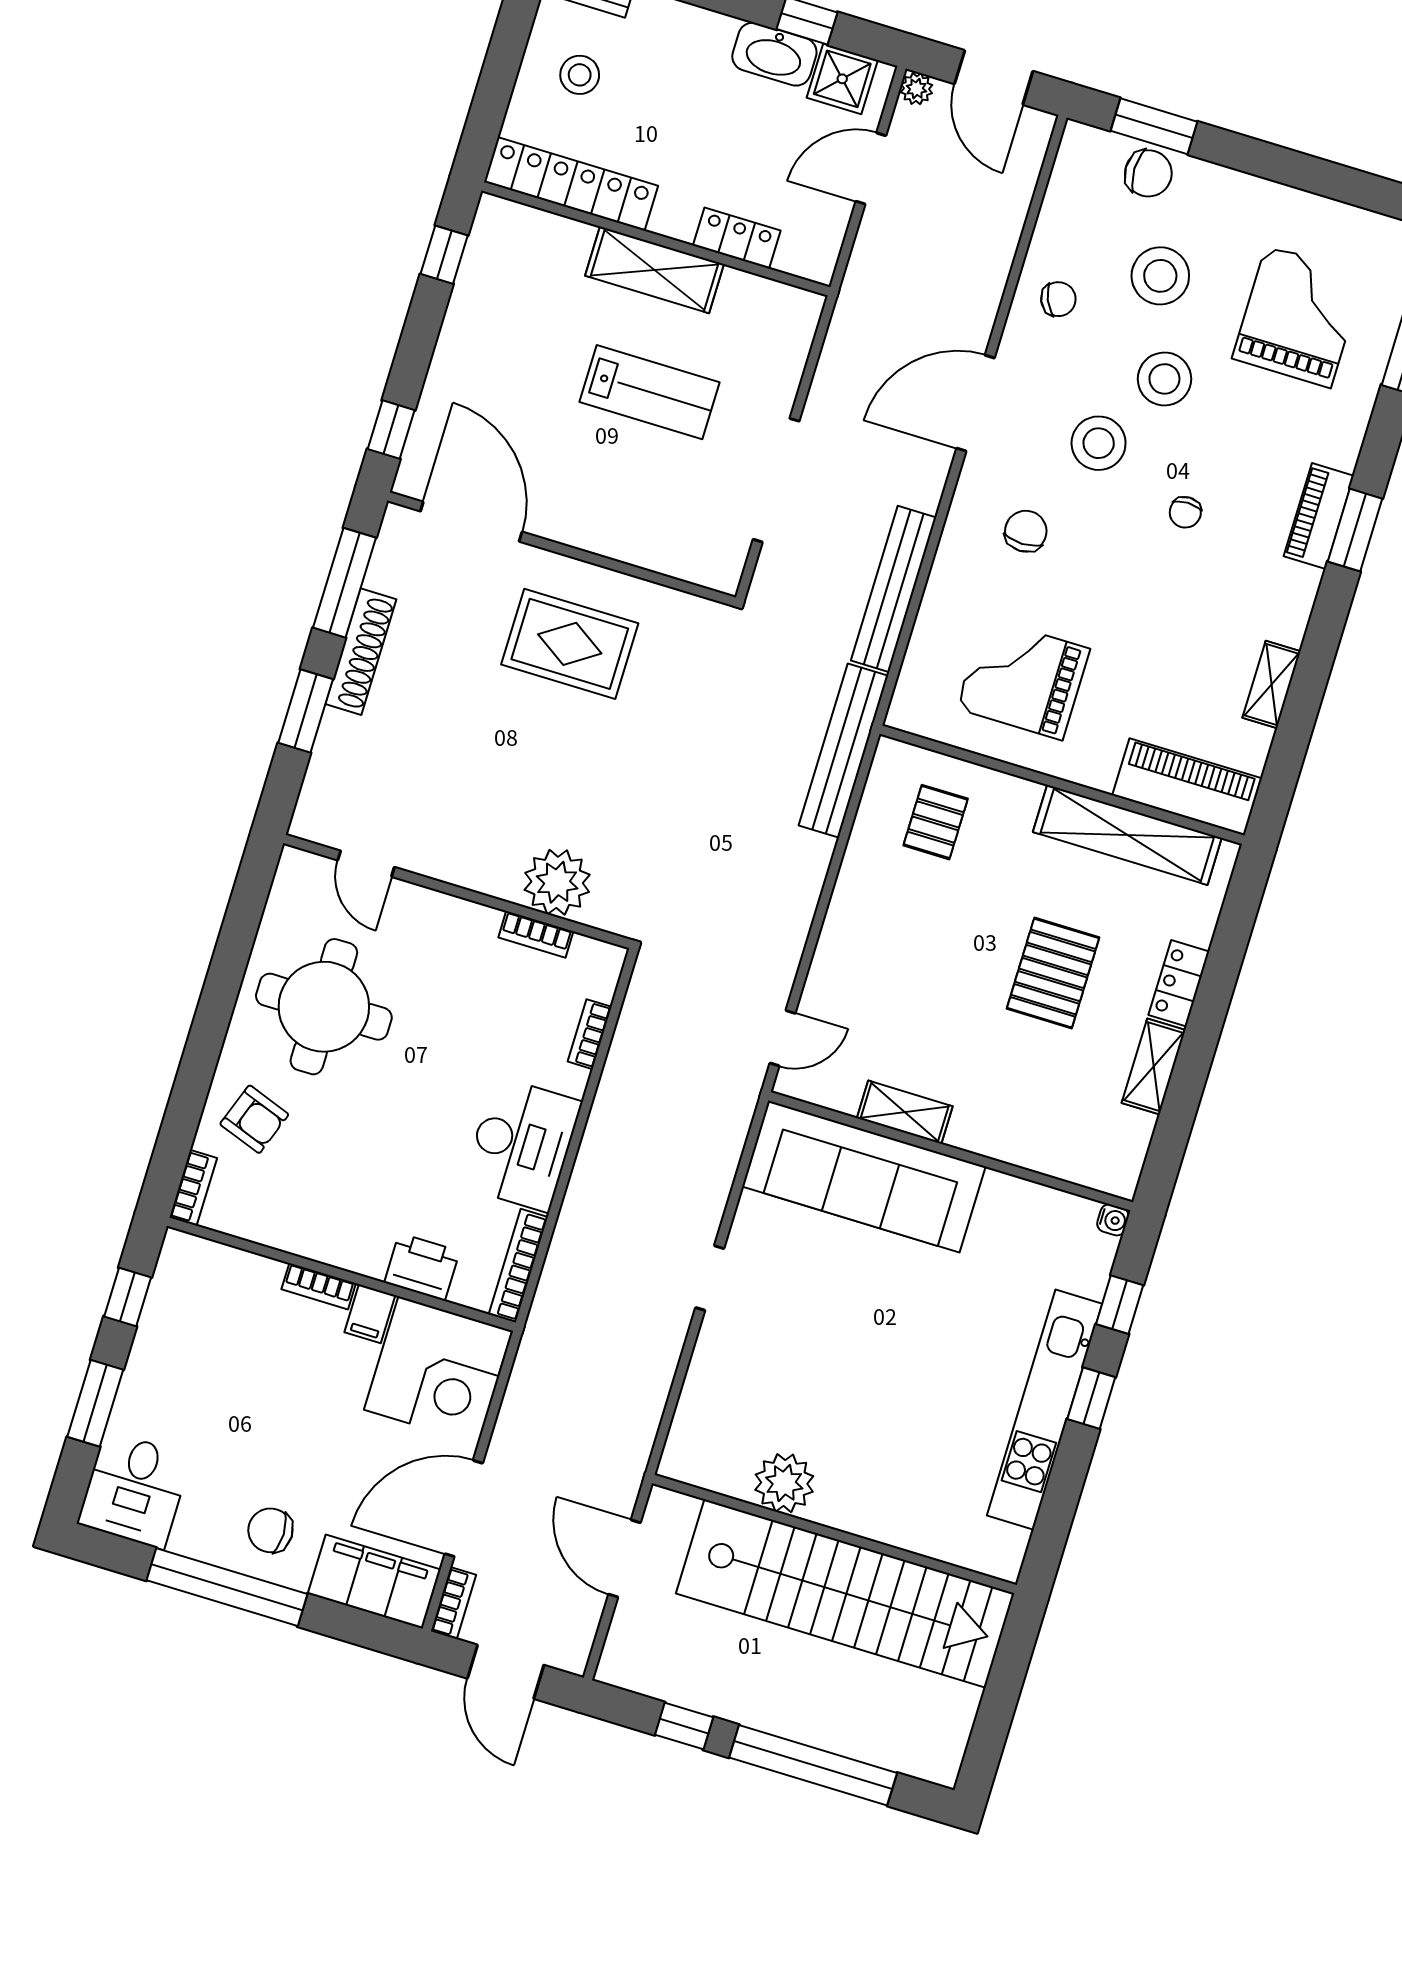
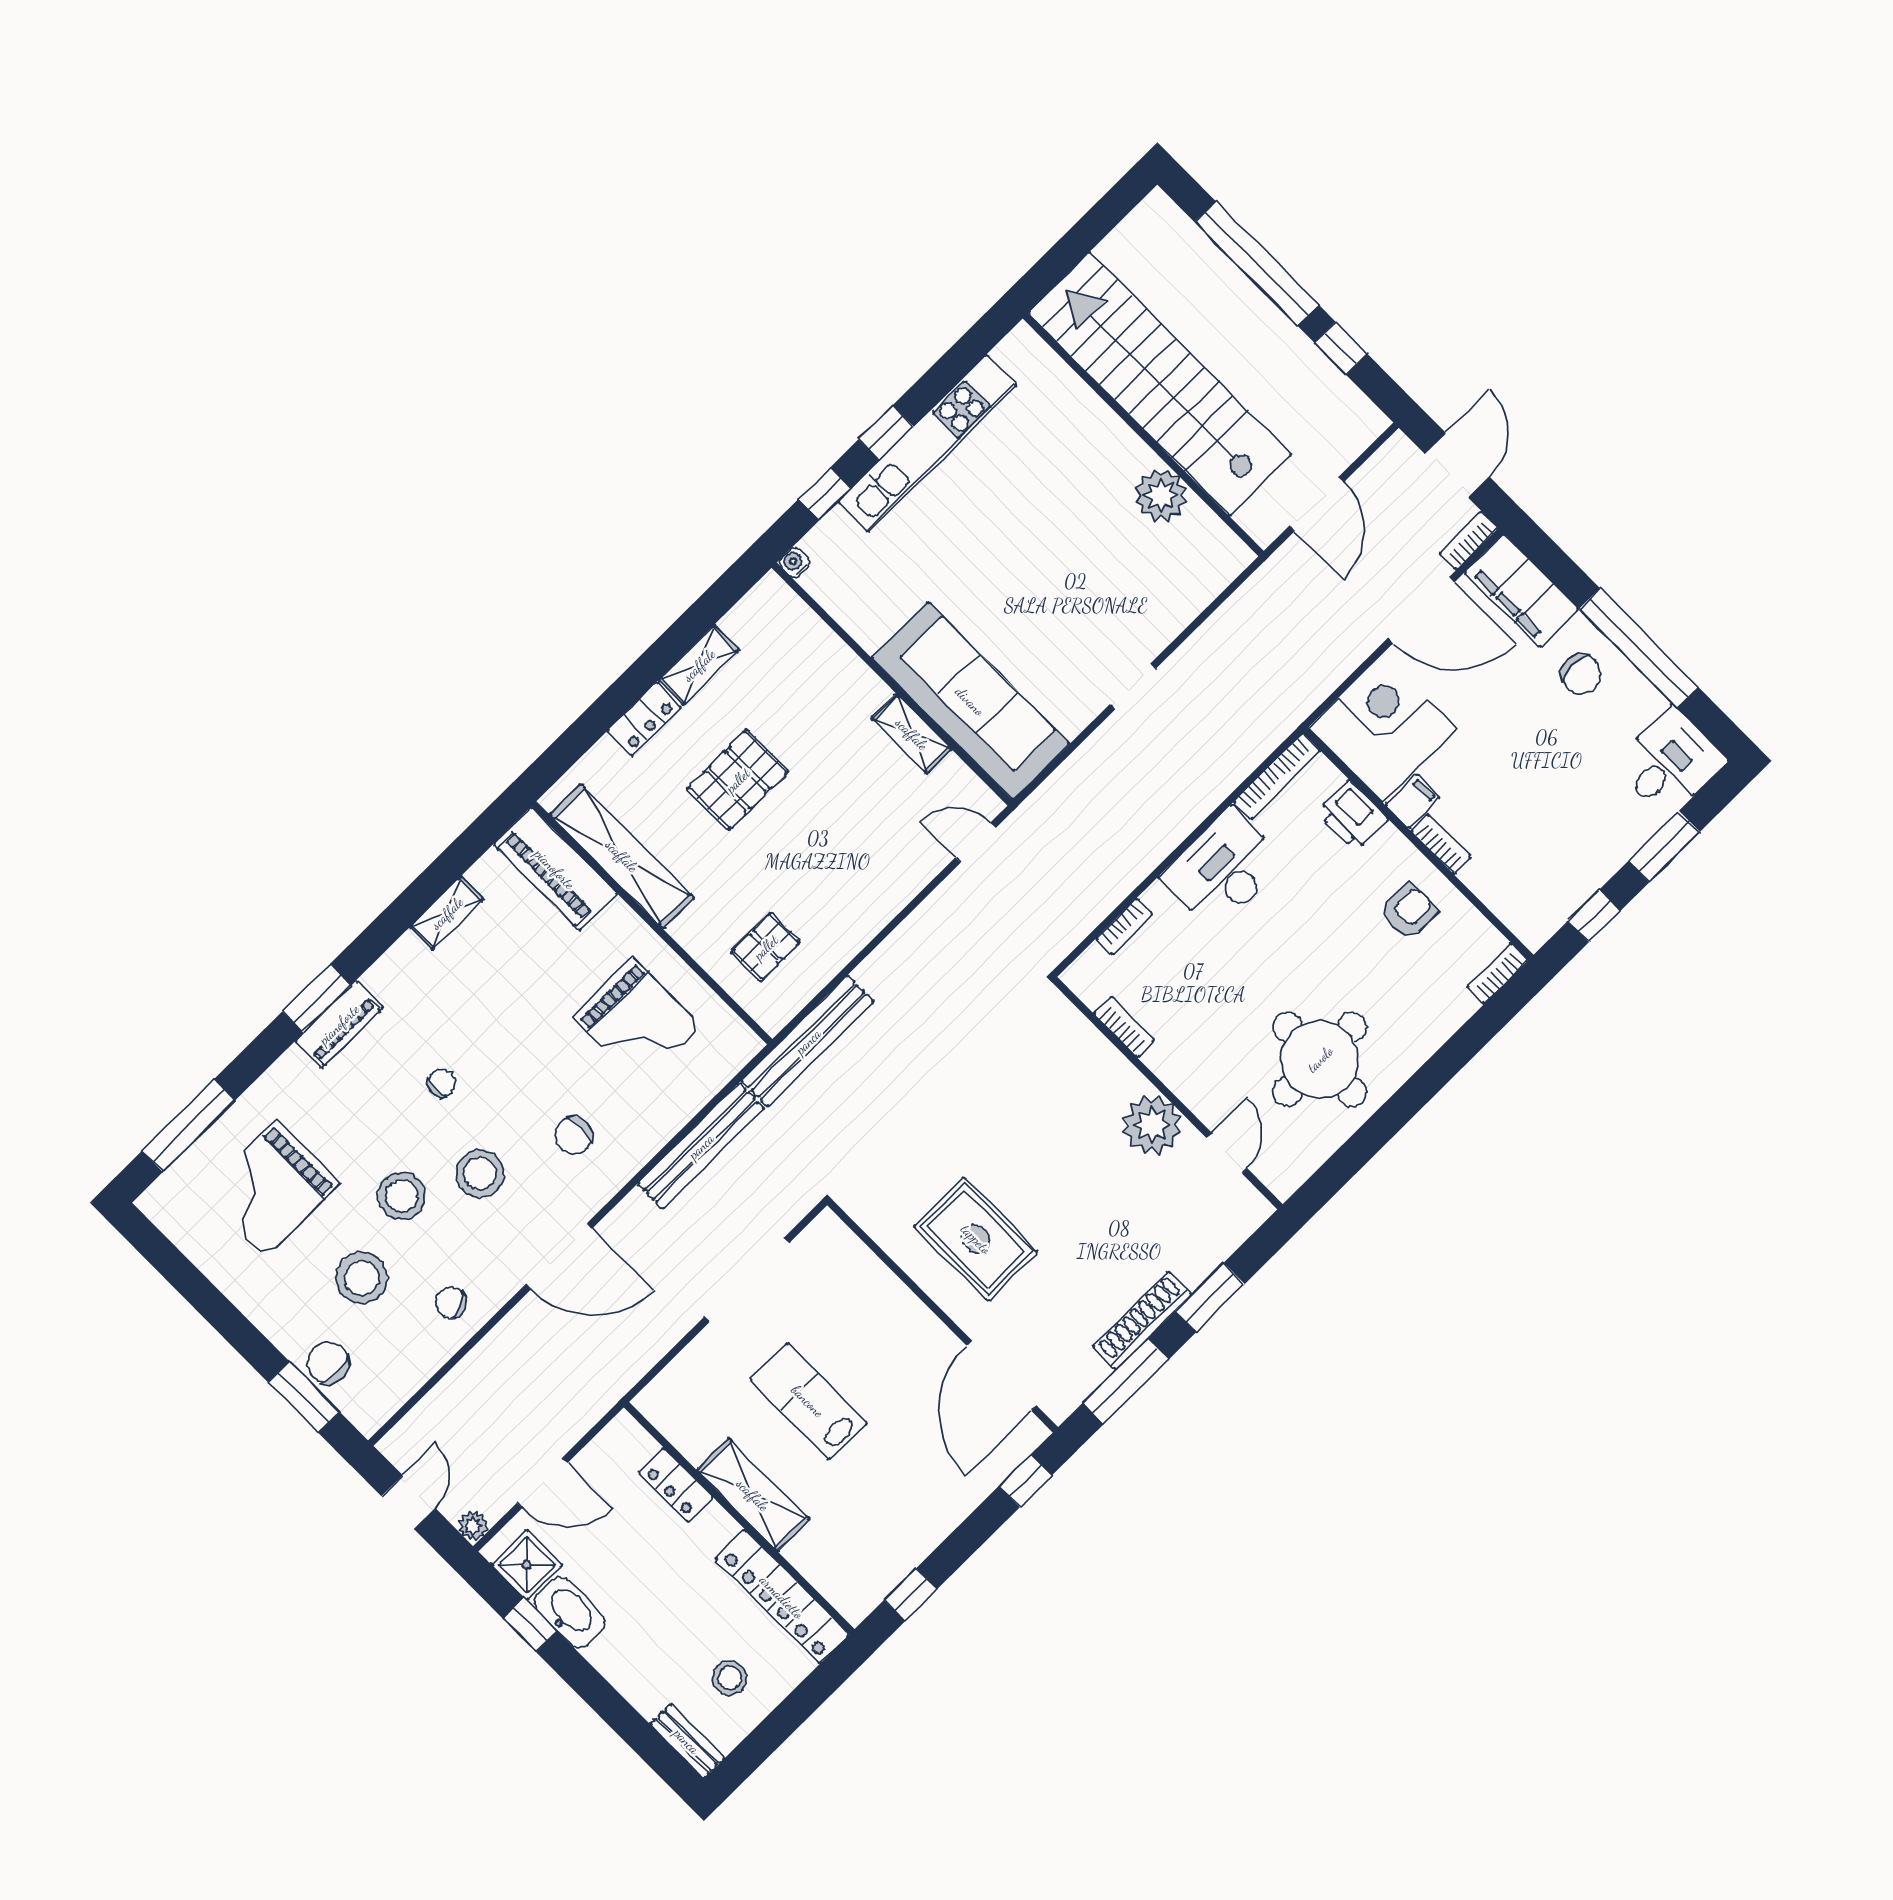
door: (994, 77) -> (408, 1502), width x0.73
plant: (557, 882) -> (1152, 1125), moved
armchair: (254, 1119) -> (1409, 911), moved, turned 70

